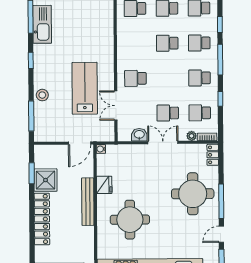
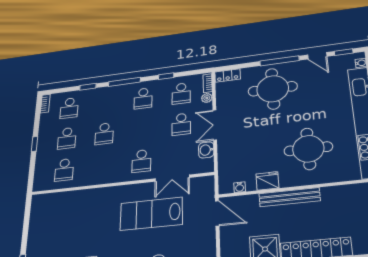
school desk: (199, 43) -> (106, 103), removed
water cooler: (101, 149) -> (240, 187), moved

